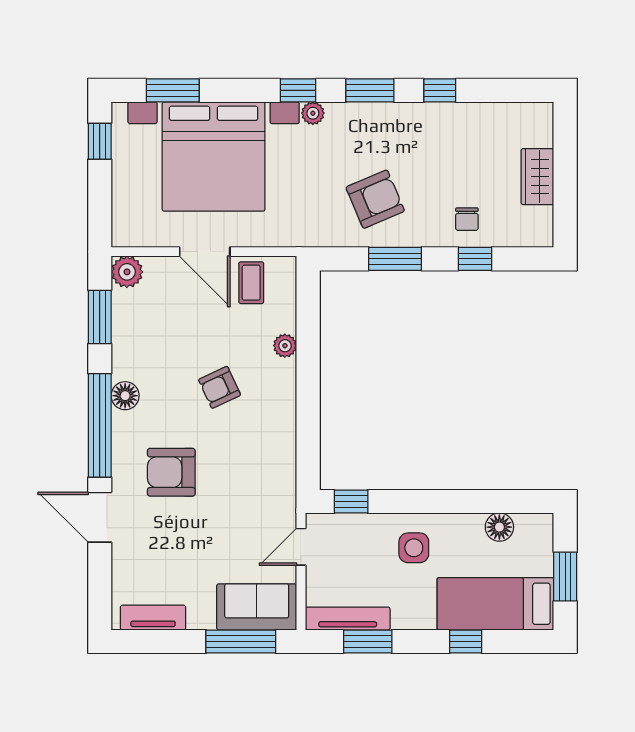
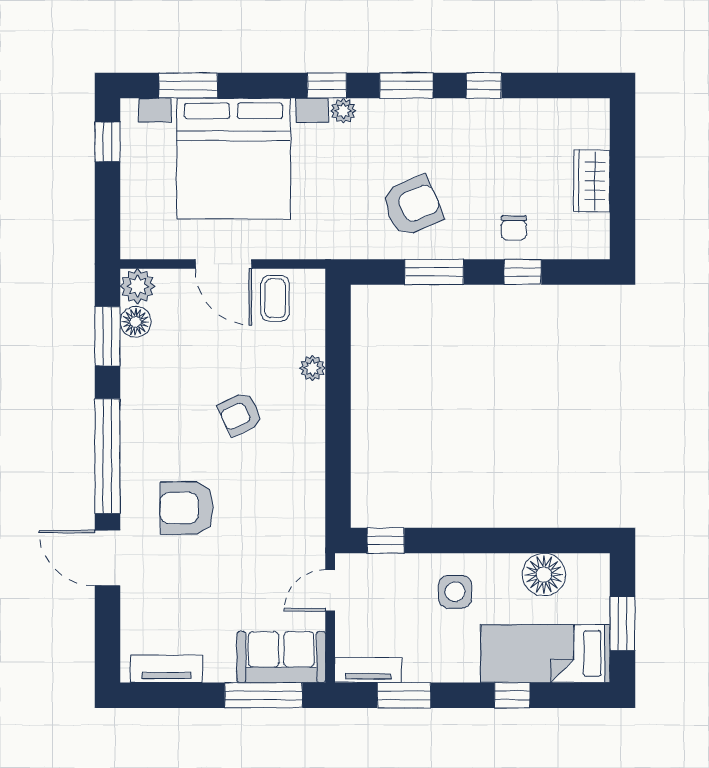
floor lamp: (125, 396) -> (136, 322), moved
floor lamp: (499, 527) -> (544, 575), width x1.38, depth x1.38
tv unit: (348, 619) -> (368, 670), width x0.71

